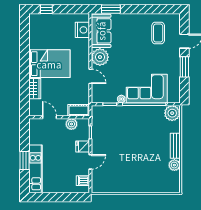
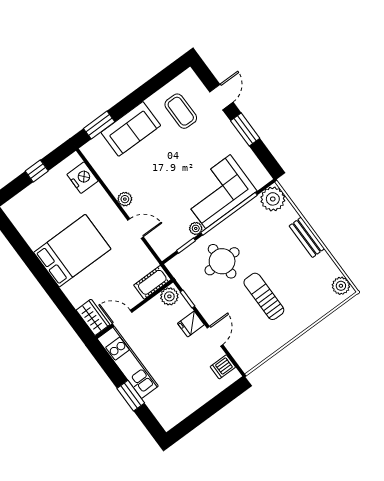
window: (46, 9) -> (37, 171), moved
sofa: (101, 31) -> (131, 129), moved, turned 90
plant: (100, 57) -> (125, 199), width x0.53, depth x0.53
wardrobe: (35, 89) -> (93, 317), moved
plant: (71, 124) -> (169, 296), moved
round table: (122, 126) -> (222, 261), added
sun lounger: (131, 160) -> (264, 296), added
plant: (174, 165) -> (341, 286), moved
kitchen unit: (35, 169) -> (128, 362), moved

